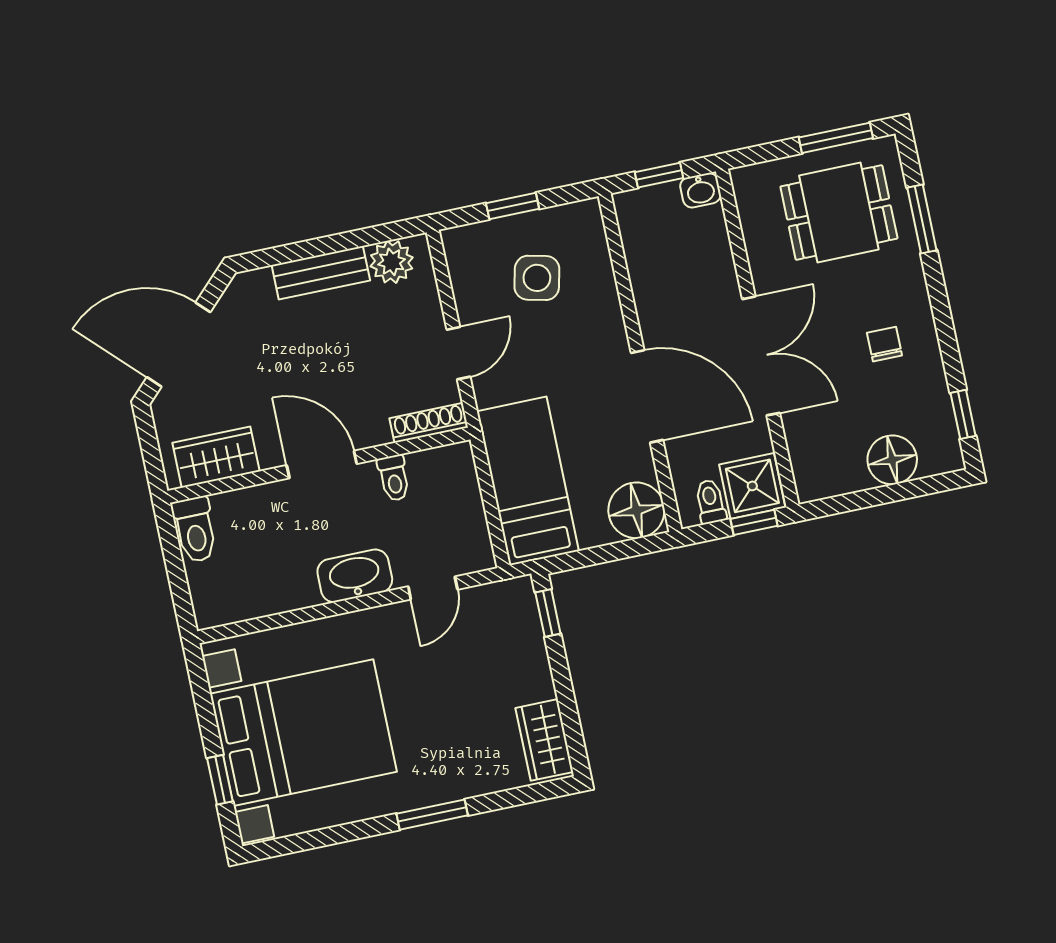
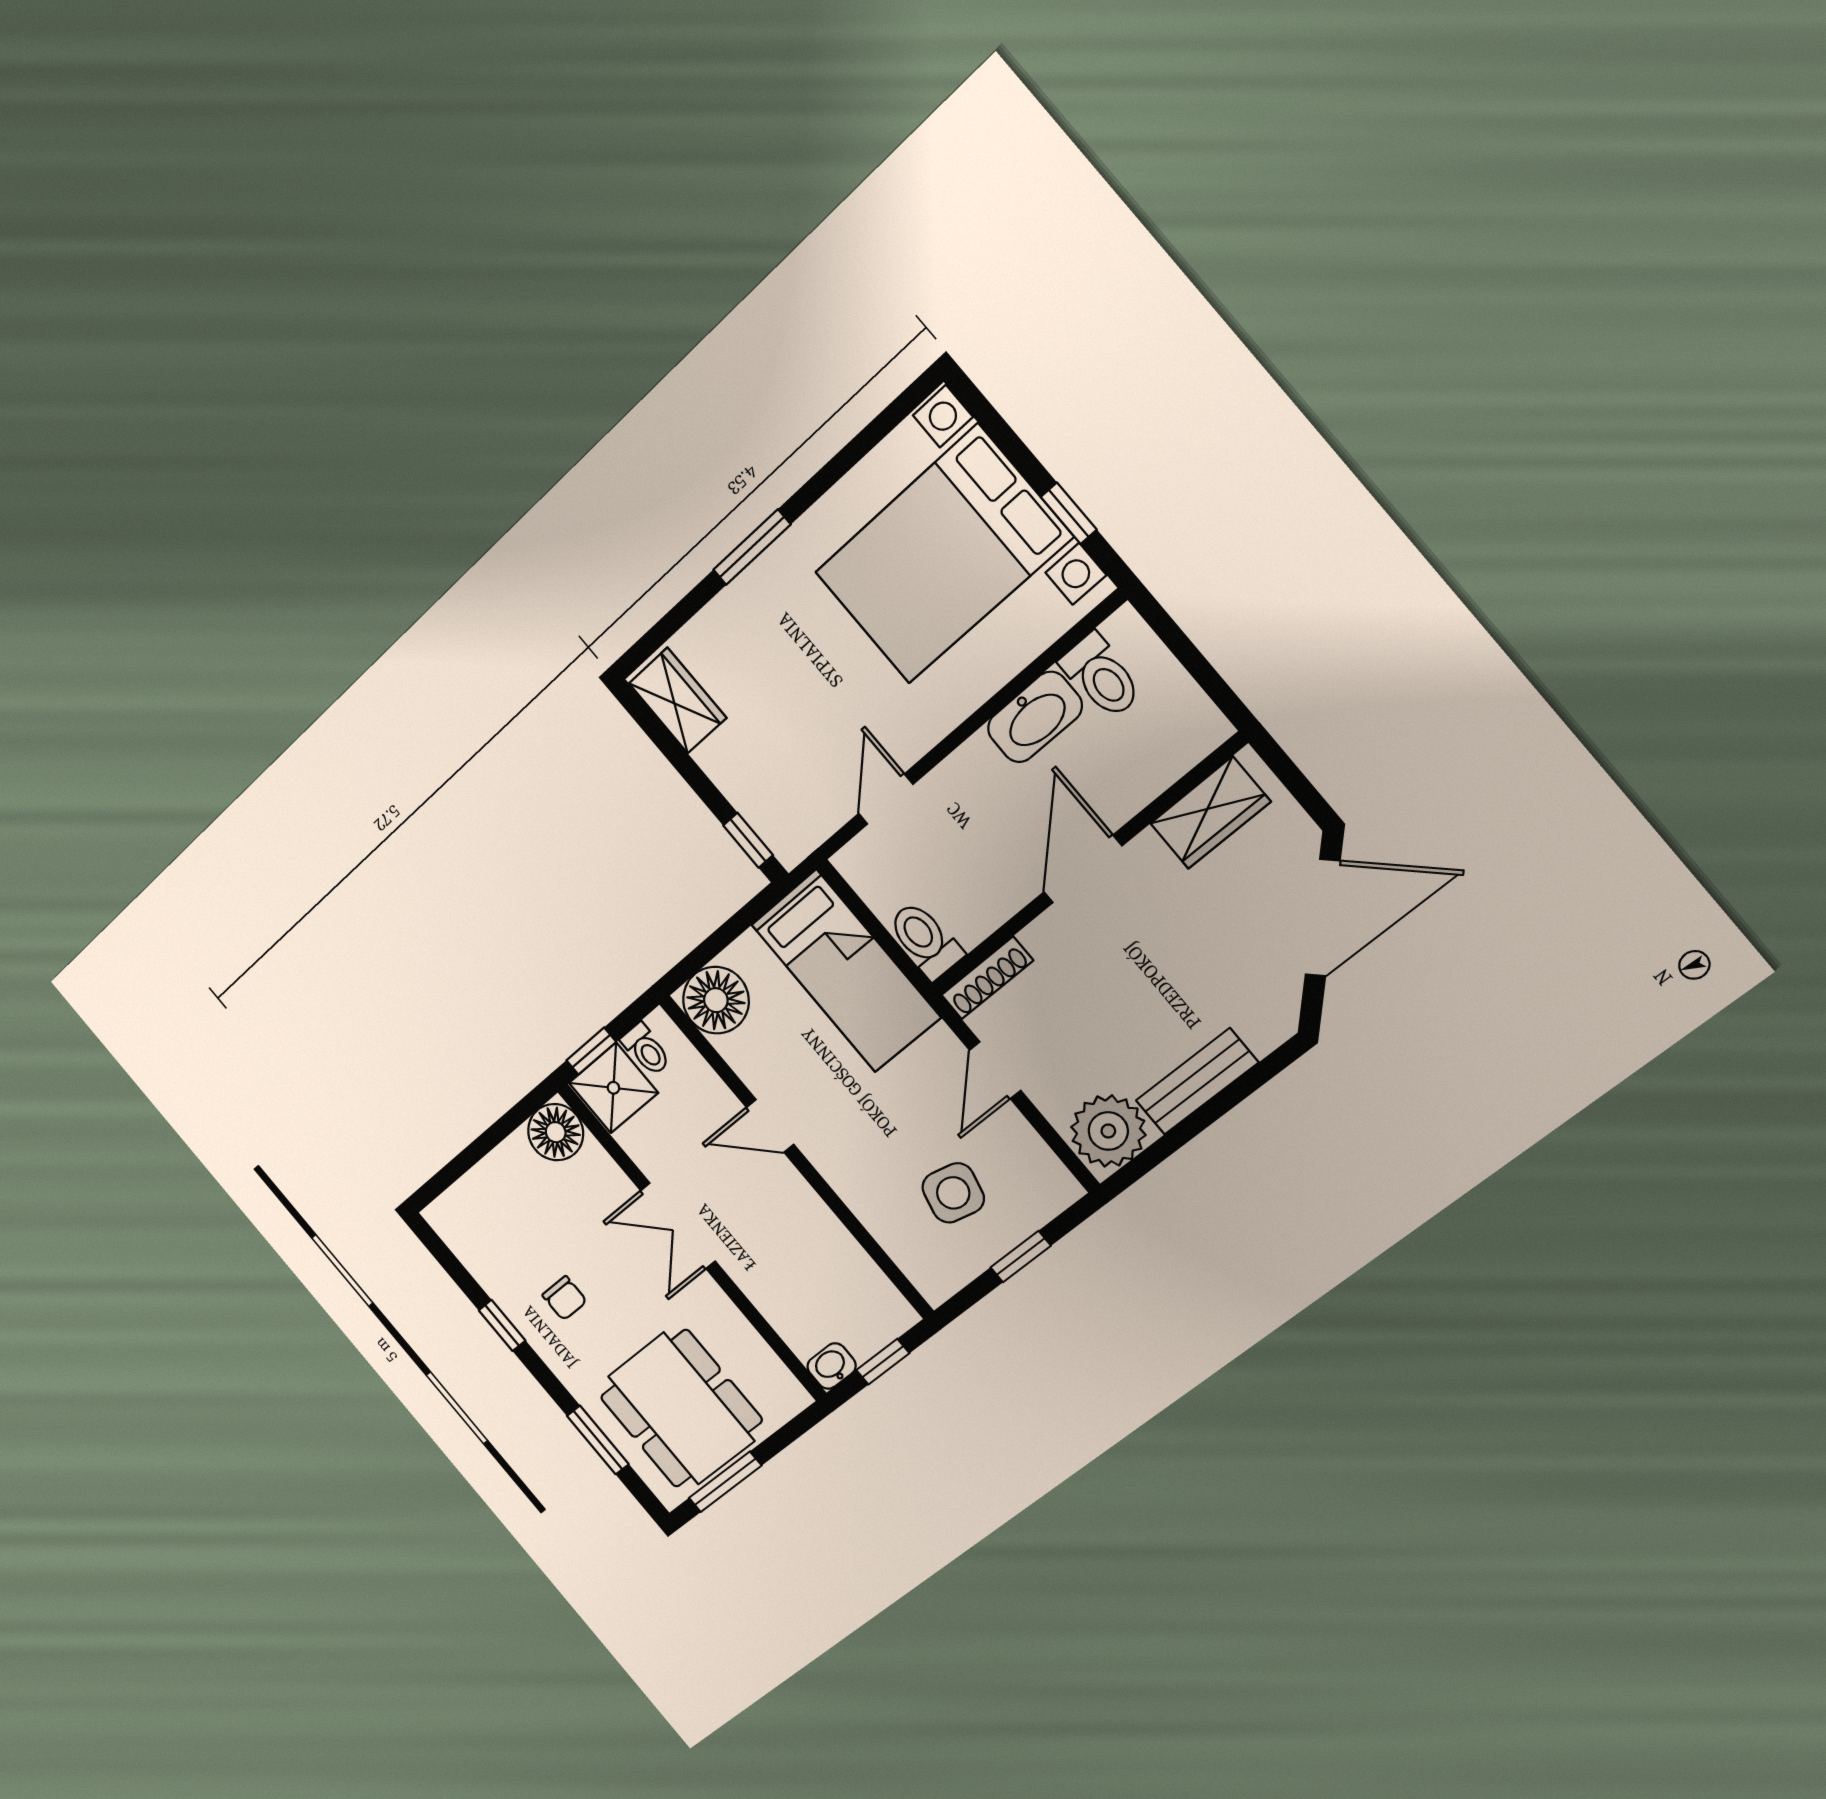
dining table: (839, 212) -> (681, 1409), width x1.38
plant: (392, 262) -> (1108, 1131), width x1.36, depth x1.36
double door: (761, 356) -> (678, 1226), width x0.73
door: (647, 396) -> (770, 1126), width x0.53
window: (963, 414) -> (502, 1325), moved
floor lamp: (892, 460) -> (556, 1132), moved
door: (322, 464) -> (1083, 869), swing flipped
toilet: (394, 478) -> (925, 940), moved, width x1.37, depth x1.39
toilet: (195, 530) -> (1101, 676), moved, turned 180
washbasin: (355, 576) -> (1035, 717), moved
window: (220, 780) -> (1069, 513), moved

